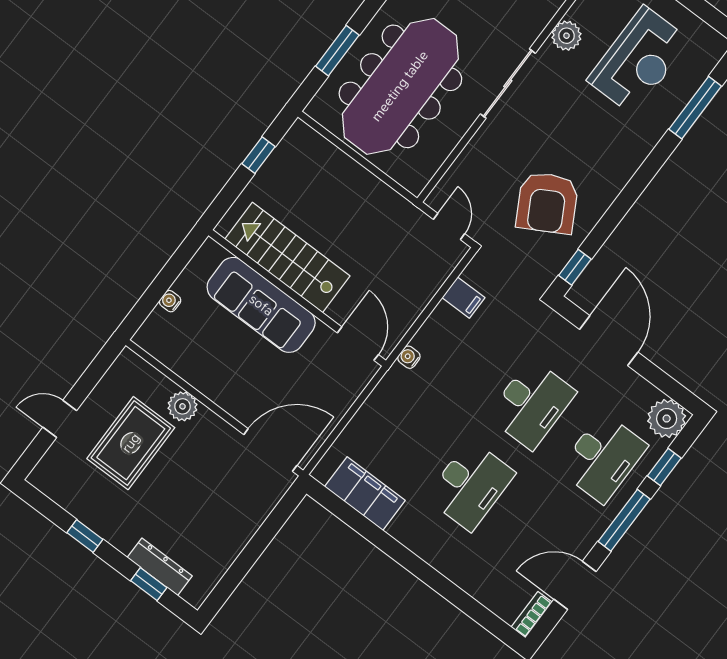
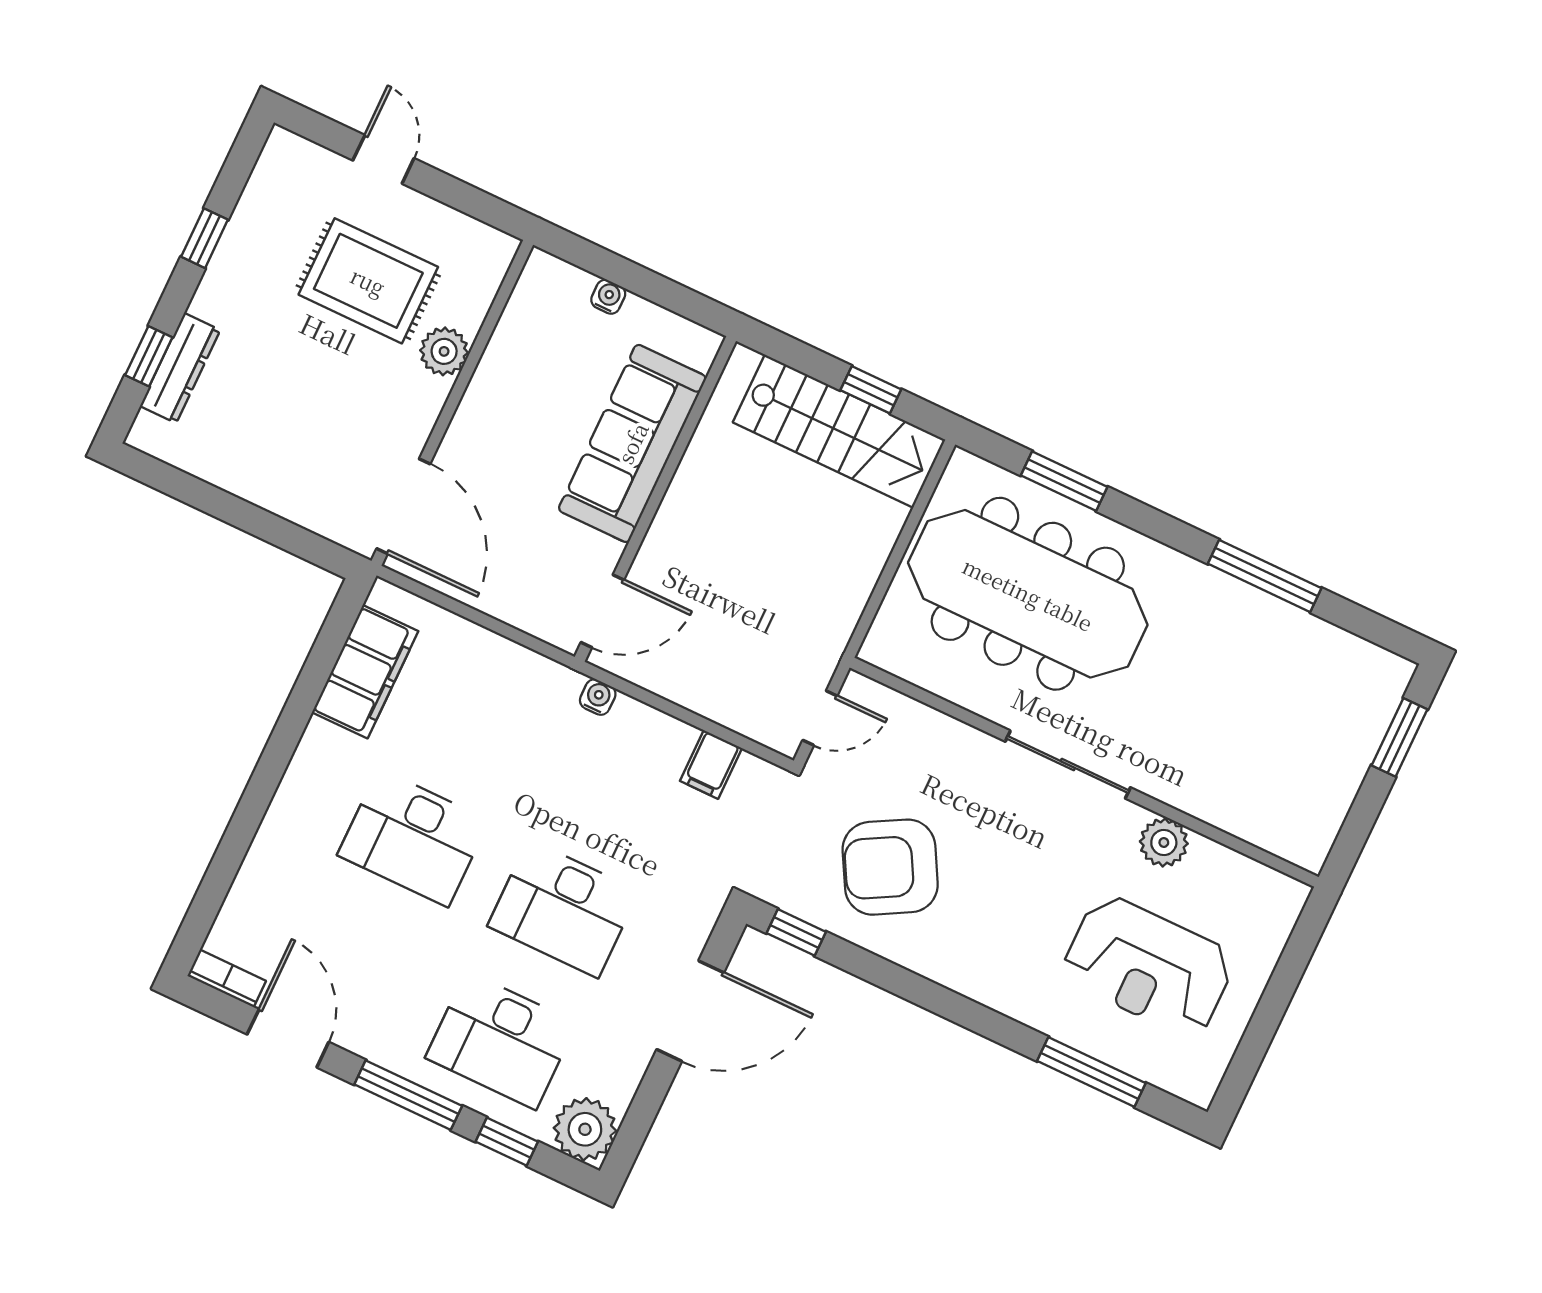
stairs: (287, 257) -> (839, 431), moved, turned 90

